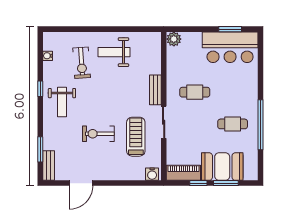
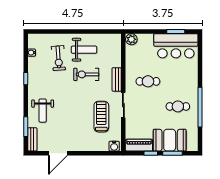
weight bench: (114, 52) -> (84, 50), turned 180
weight bench: (62, 102) -> (43, 111), moved
exercise bike: (98, 134) -> (86, 74), moved

